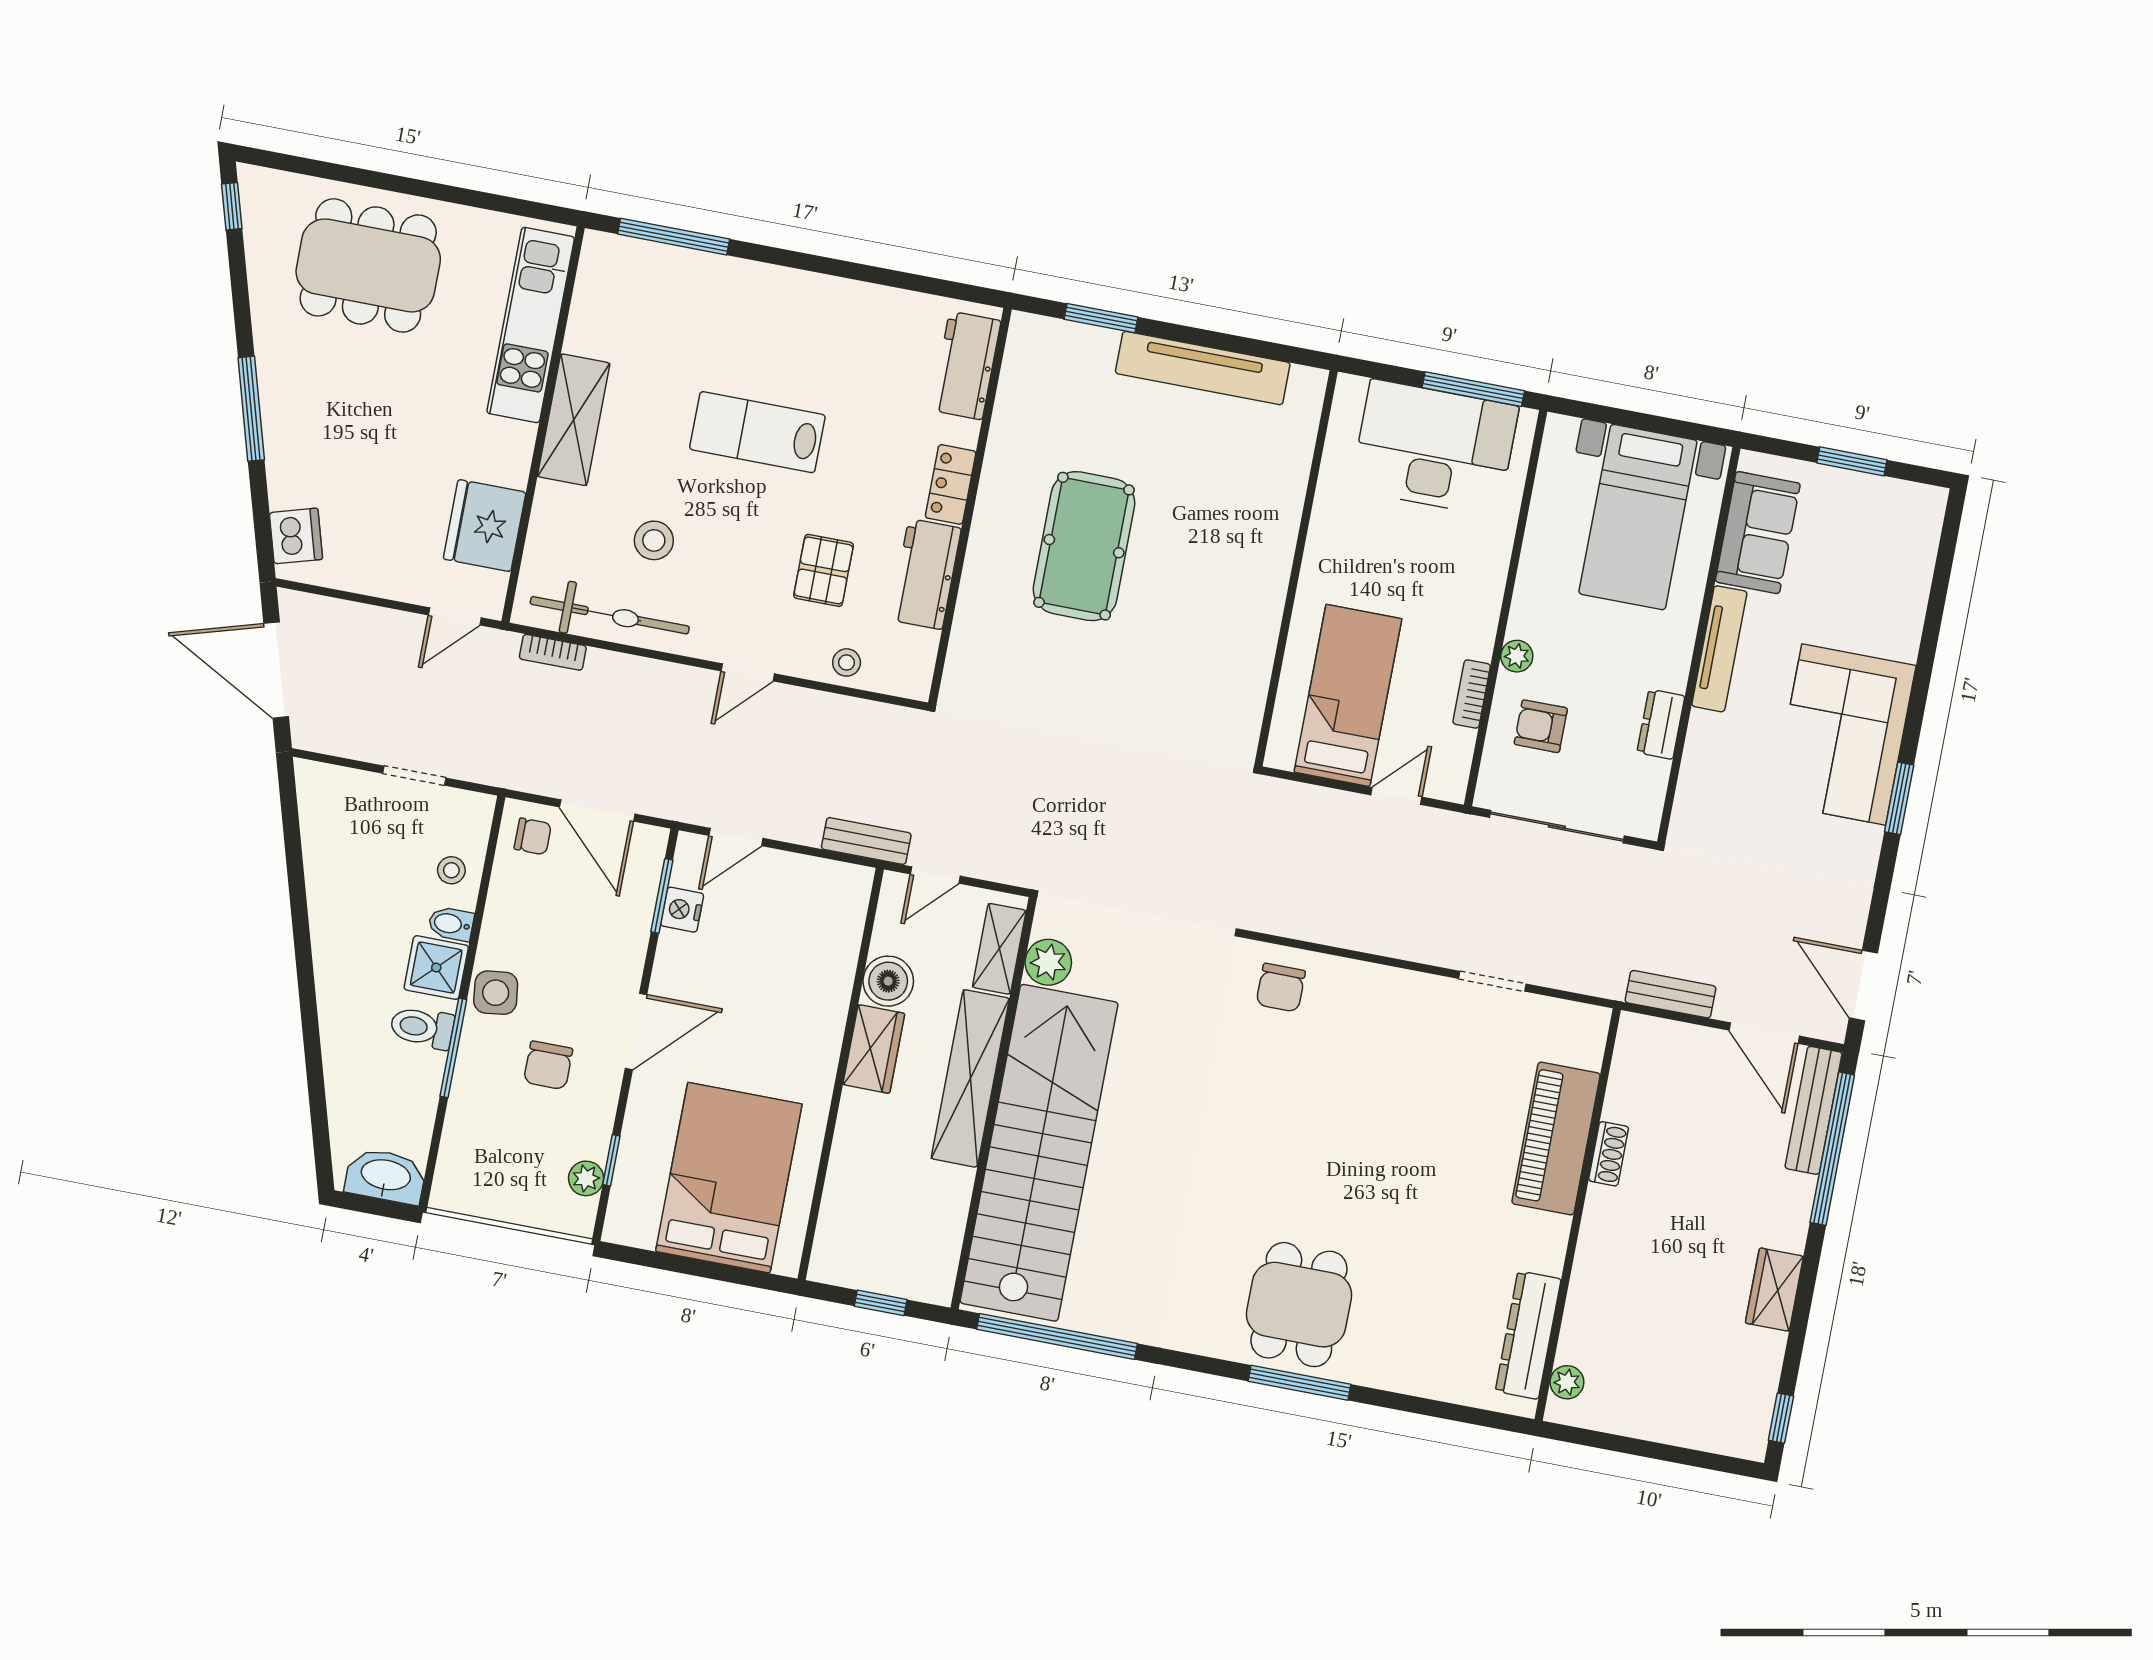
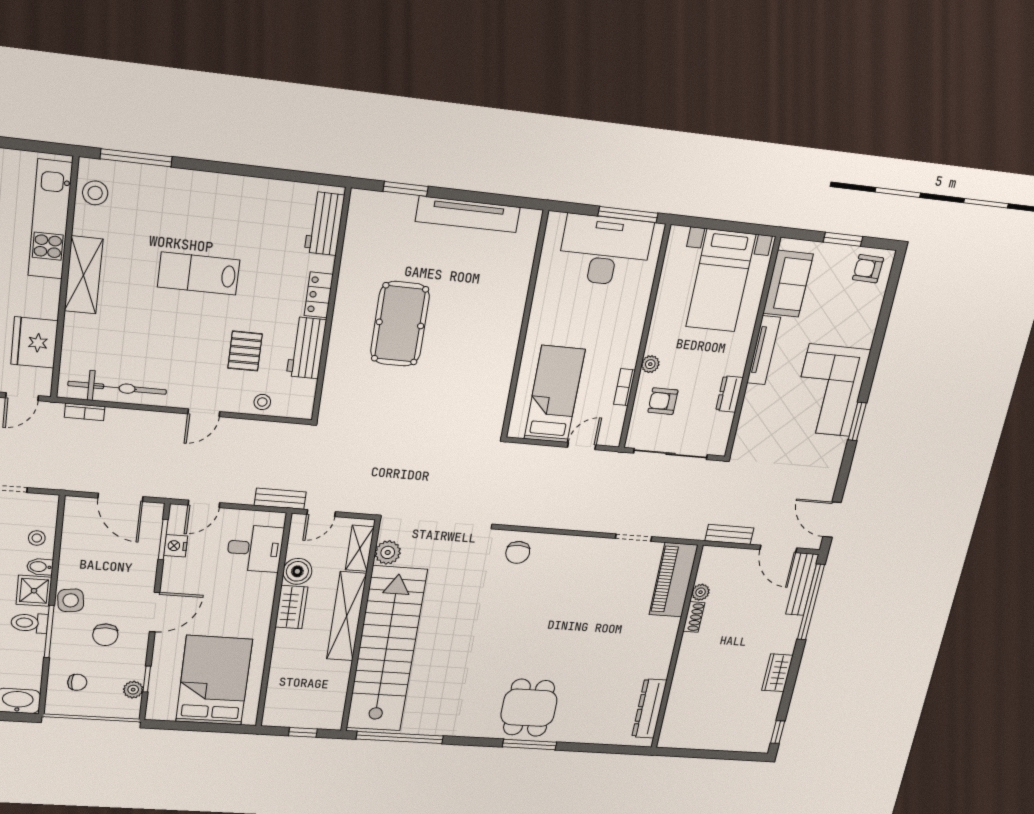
armchair: (1901, 517) -> (868, 269), added
stool: (654, 540) -> (95, 193), moved
chair: (533, 836) -> (77, 682), moved
desk: (817, 929) -> (255, 548), added
piano: (1556, 1139) -> (674, 580), moved
plant: (1567, 1382) -> (701, 592), moved

